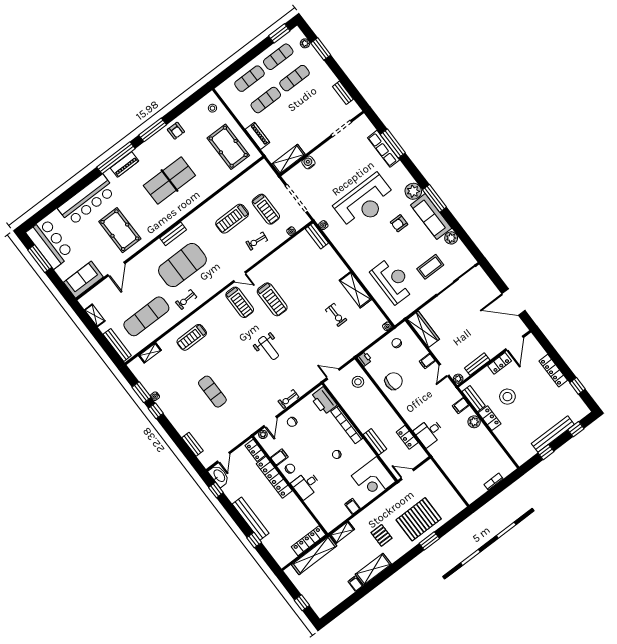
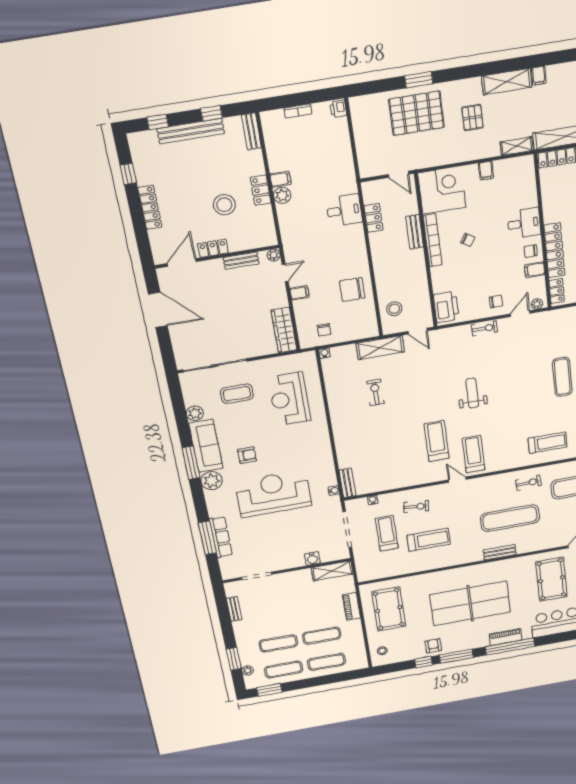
window: (175, 113) -> (423, 662), added
table tennis table: (169, 181) -> (470, 603), width x1.36, depth x1.32
exercise mat: (182, 265) -> (510, 518), width x0.68
shelving: (355, 290) -> (380, 348), moved, turned 90
printer: (365, 359) -> (338, 109), moved
bench: (474, 399) -> (251, 131), moved
filing cabinet: (461, 406) -> (281, 179), moved
bookcase: (347, 425) -> (433, 240), moved

